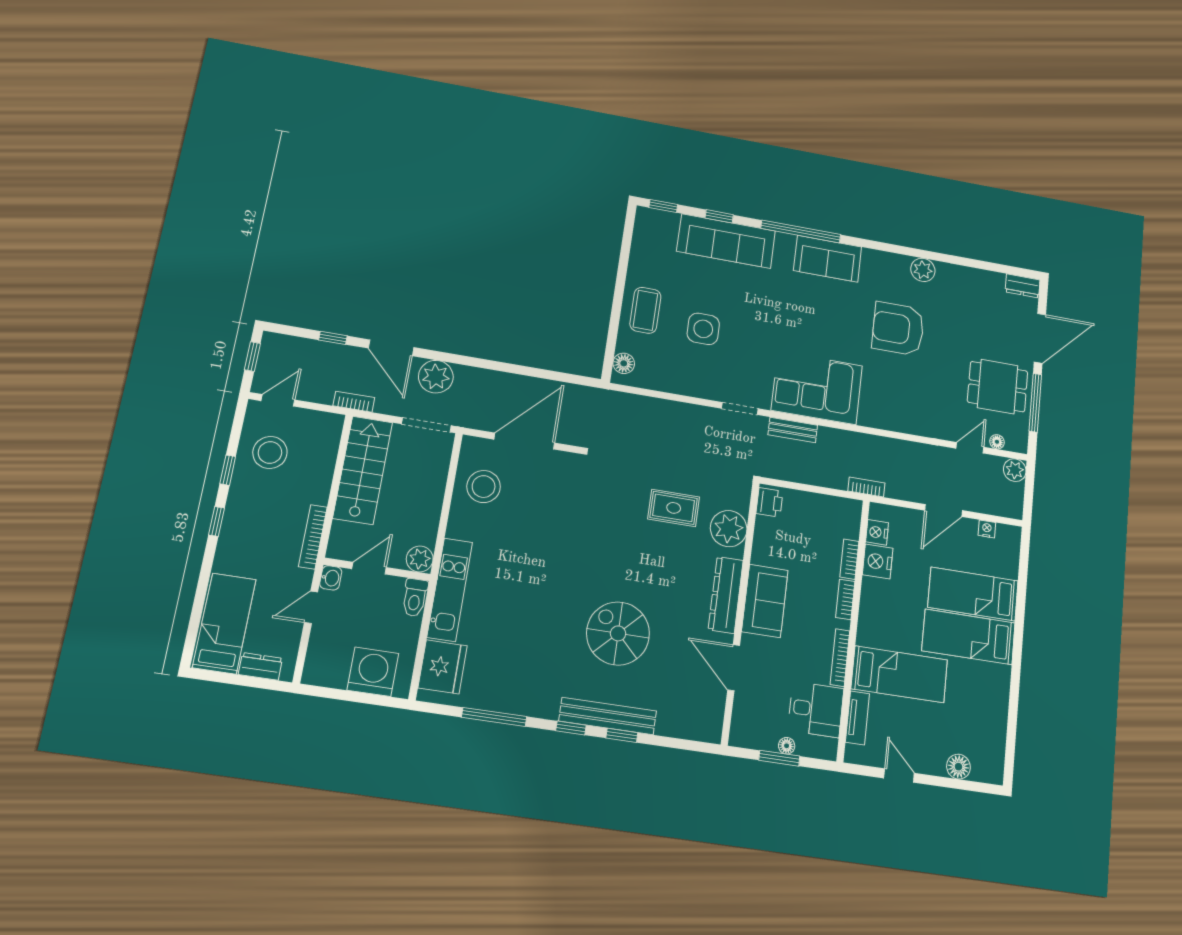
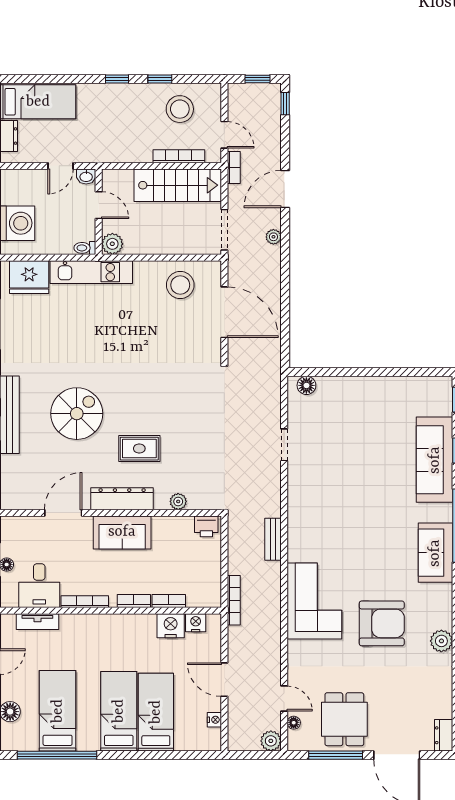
coffee table: (645, 310) -> (357, 397), removed
side table: (703, 329) -> (350, 450), removed
armchair: (898, 329) -> (382, 623), turned 90
window: (333, 338) -> (285, 104), moved
plant: (436, 377) -> (273, 237), width x0.53, depth x0.53
corner sofa: (817, 388) -> (314, 601), moved
door: (278, 400) -> (224, 135), moved
doorway: (740, 408) -> (284, 445), moved
bookcase: (866, 487) -> (234, 600), width x1.56
rug: (674, 508) -> (139, 449), moved, turned 90
plant: (729, 529) -> (178, 501), width x0.53, depth x0.53
bookcase: (313, 537) -> (179, 156), moved
toilet: (415, 598) -> (85, 248), width x0.73, depth x0.72
door: (311, 607) -> (60, 166), swing flipped
bed: (899, 674) -> (58, 711), moved, turned 180
window: (1013, 717) -> (57, 755), added

